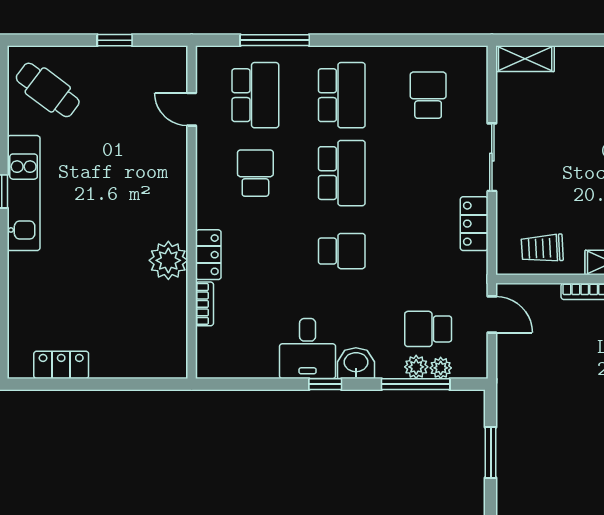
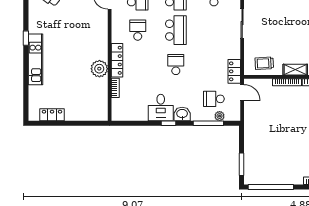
kitchen unit: (24, 193) -> (35, 59), moved
locker: (474, 224) -> (234, 71), moved
school desk: (342, 251) -> (176, 64), turned -90
locker: (208, 255) -> (117, 60), width x1.53
plant: (416, 367) -> (209, 116), removed
window: (491, 452) -> (241, 164), moved

